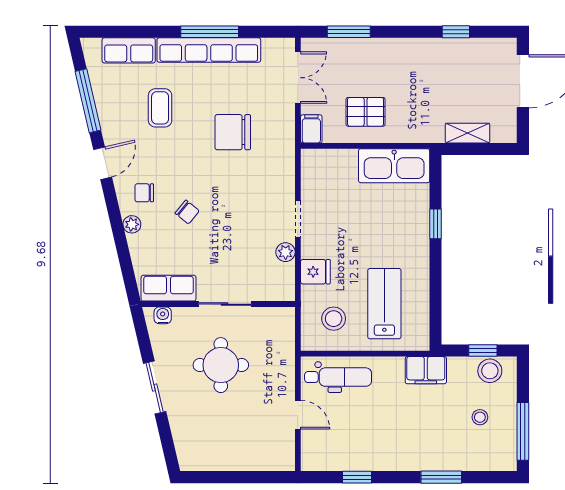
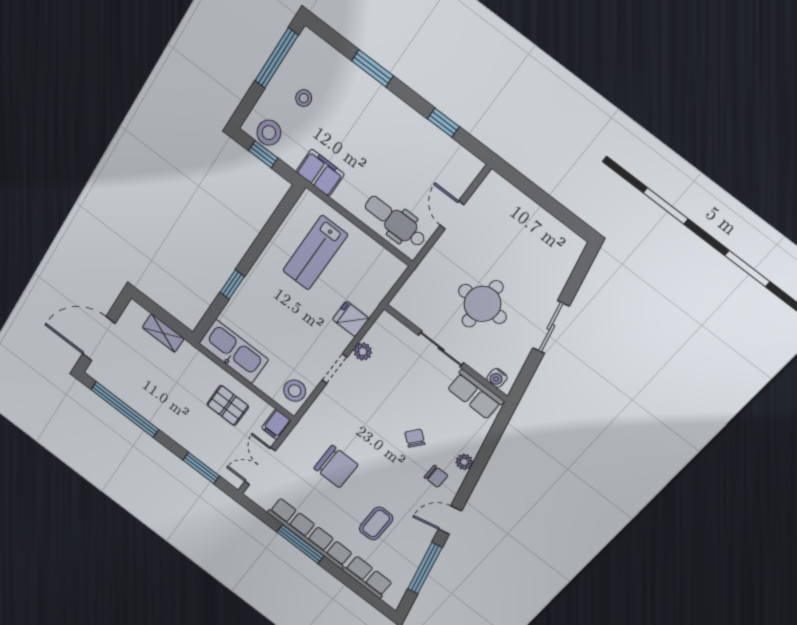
window: (456, 32) -> (125, 409), width x3.17
stool: (334, 319) -> (295, 391), moved

